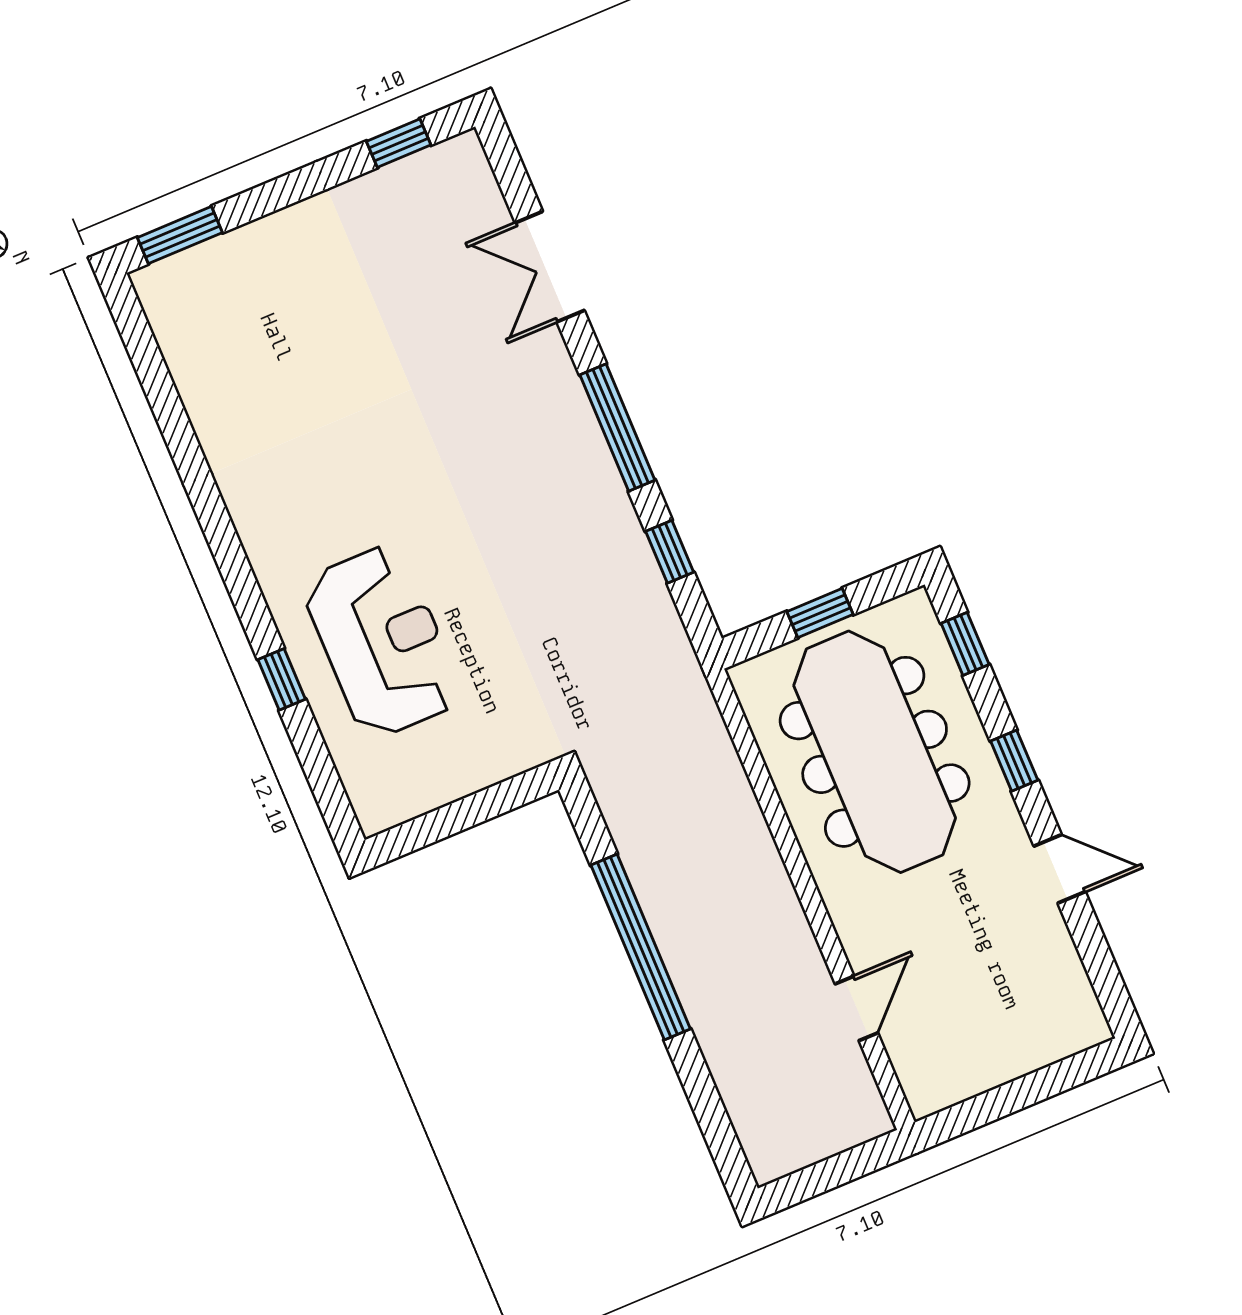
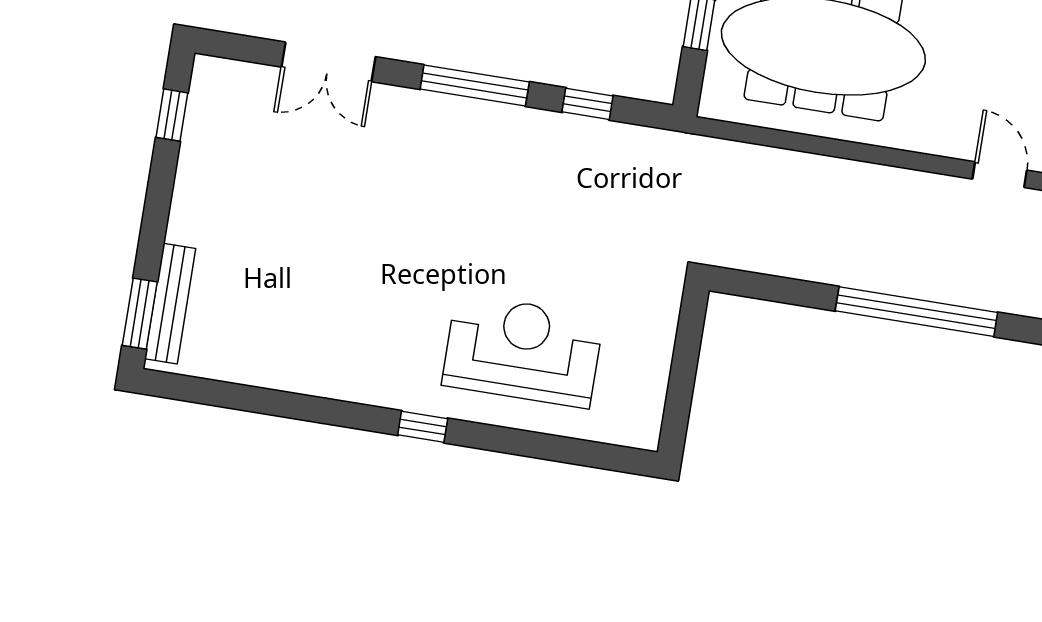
bench: (209, 259) -> (170, 304), added
window: (282, 679) -> (423, 427), moved
window: (641, 947) -> (916, 312), moved

